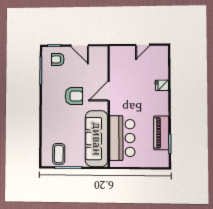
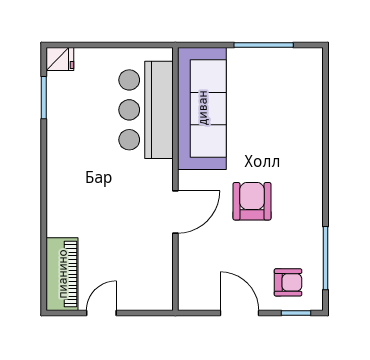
fridge: (162, 85) -> (60, 59), moved
armchair: (74, 96) -> (252, 201), turned 90
piano: (161, 133) -> (62, 274), moved
coffee table: (59, 154) -> (285, 75), removed

